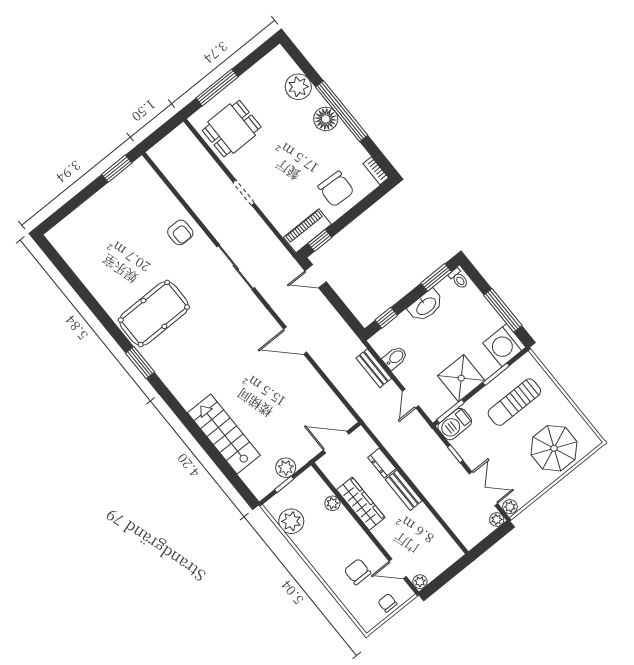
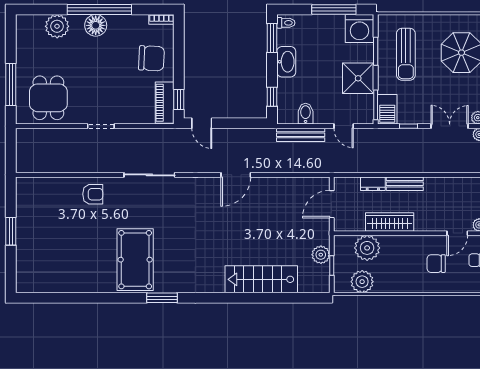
window: (117, 169) -> (11, 231), moved
door: (316, 276) -> (202, 123), hinge flipped
bench: (374, 368) -> (301, 135), width x1.36
plant: (332, 503) -> (367, 248), width x1.88, depth x1.88

